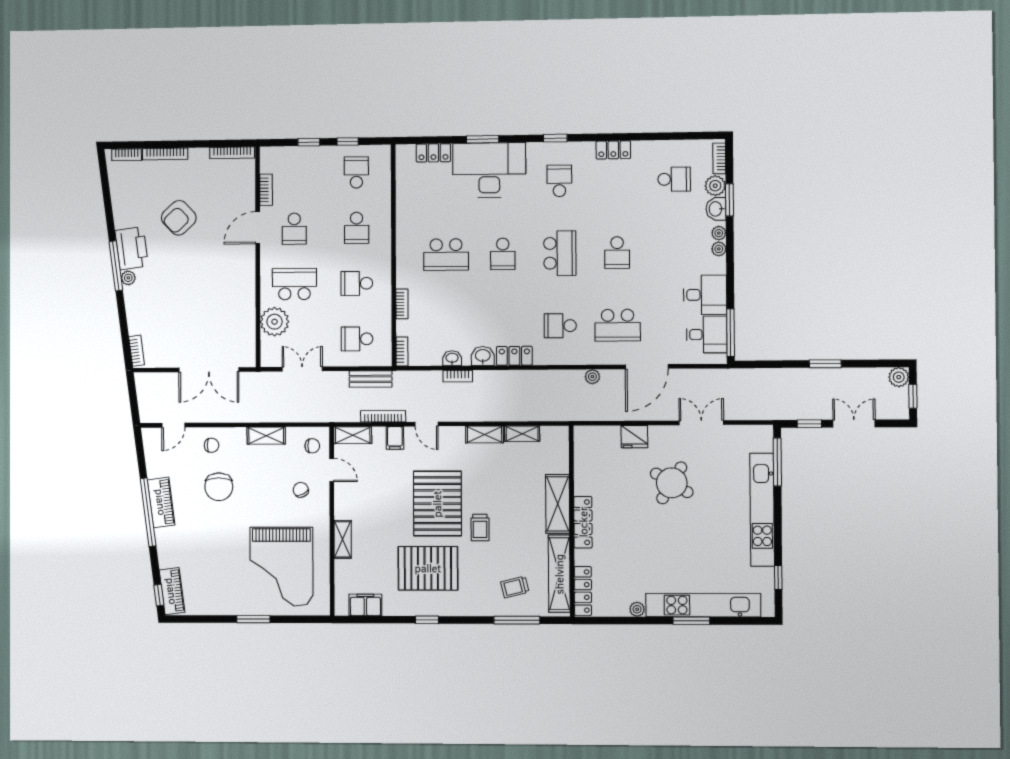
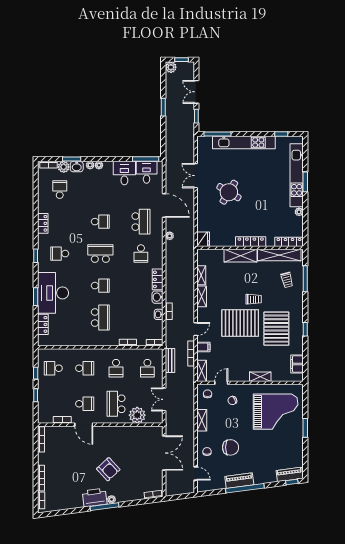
armchair: (179, 218) -> (108, 469), moved
fridge: (634, 437) -> (203, 239), moved

